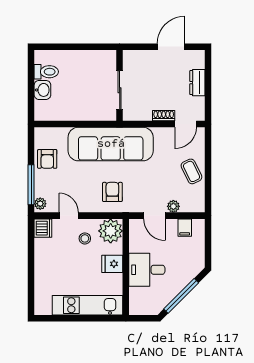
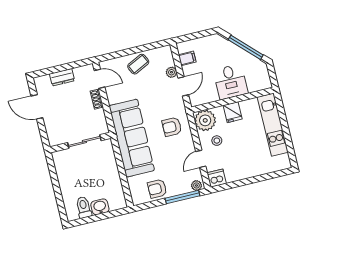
armchair: (47, 159) -> (157, 189), turned 180

